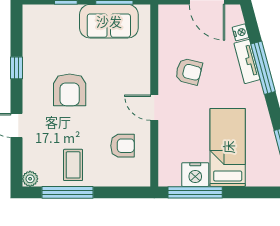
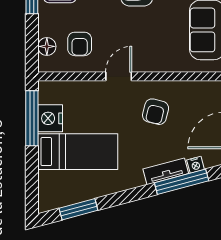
window: (263, 68) -> (182, 182), moved
floor lamp: (125, 178) -> (47, 46), added

